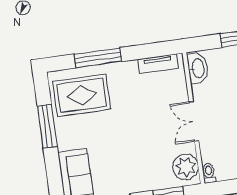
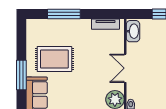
rug: (82, 95) -> (54, 59), moved
window: (47, 126) -> (21, 75), moved

